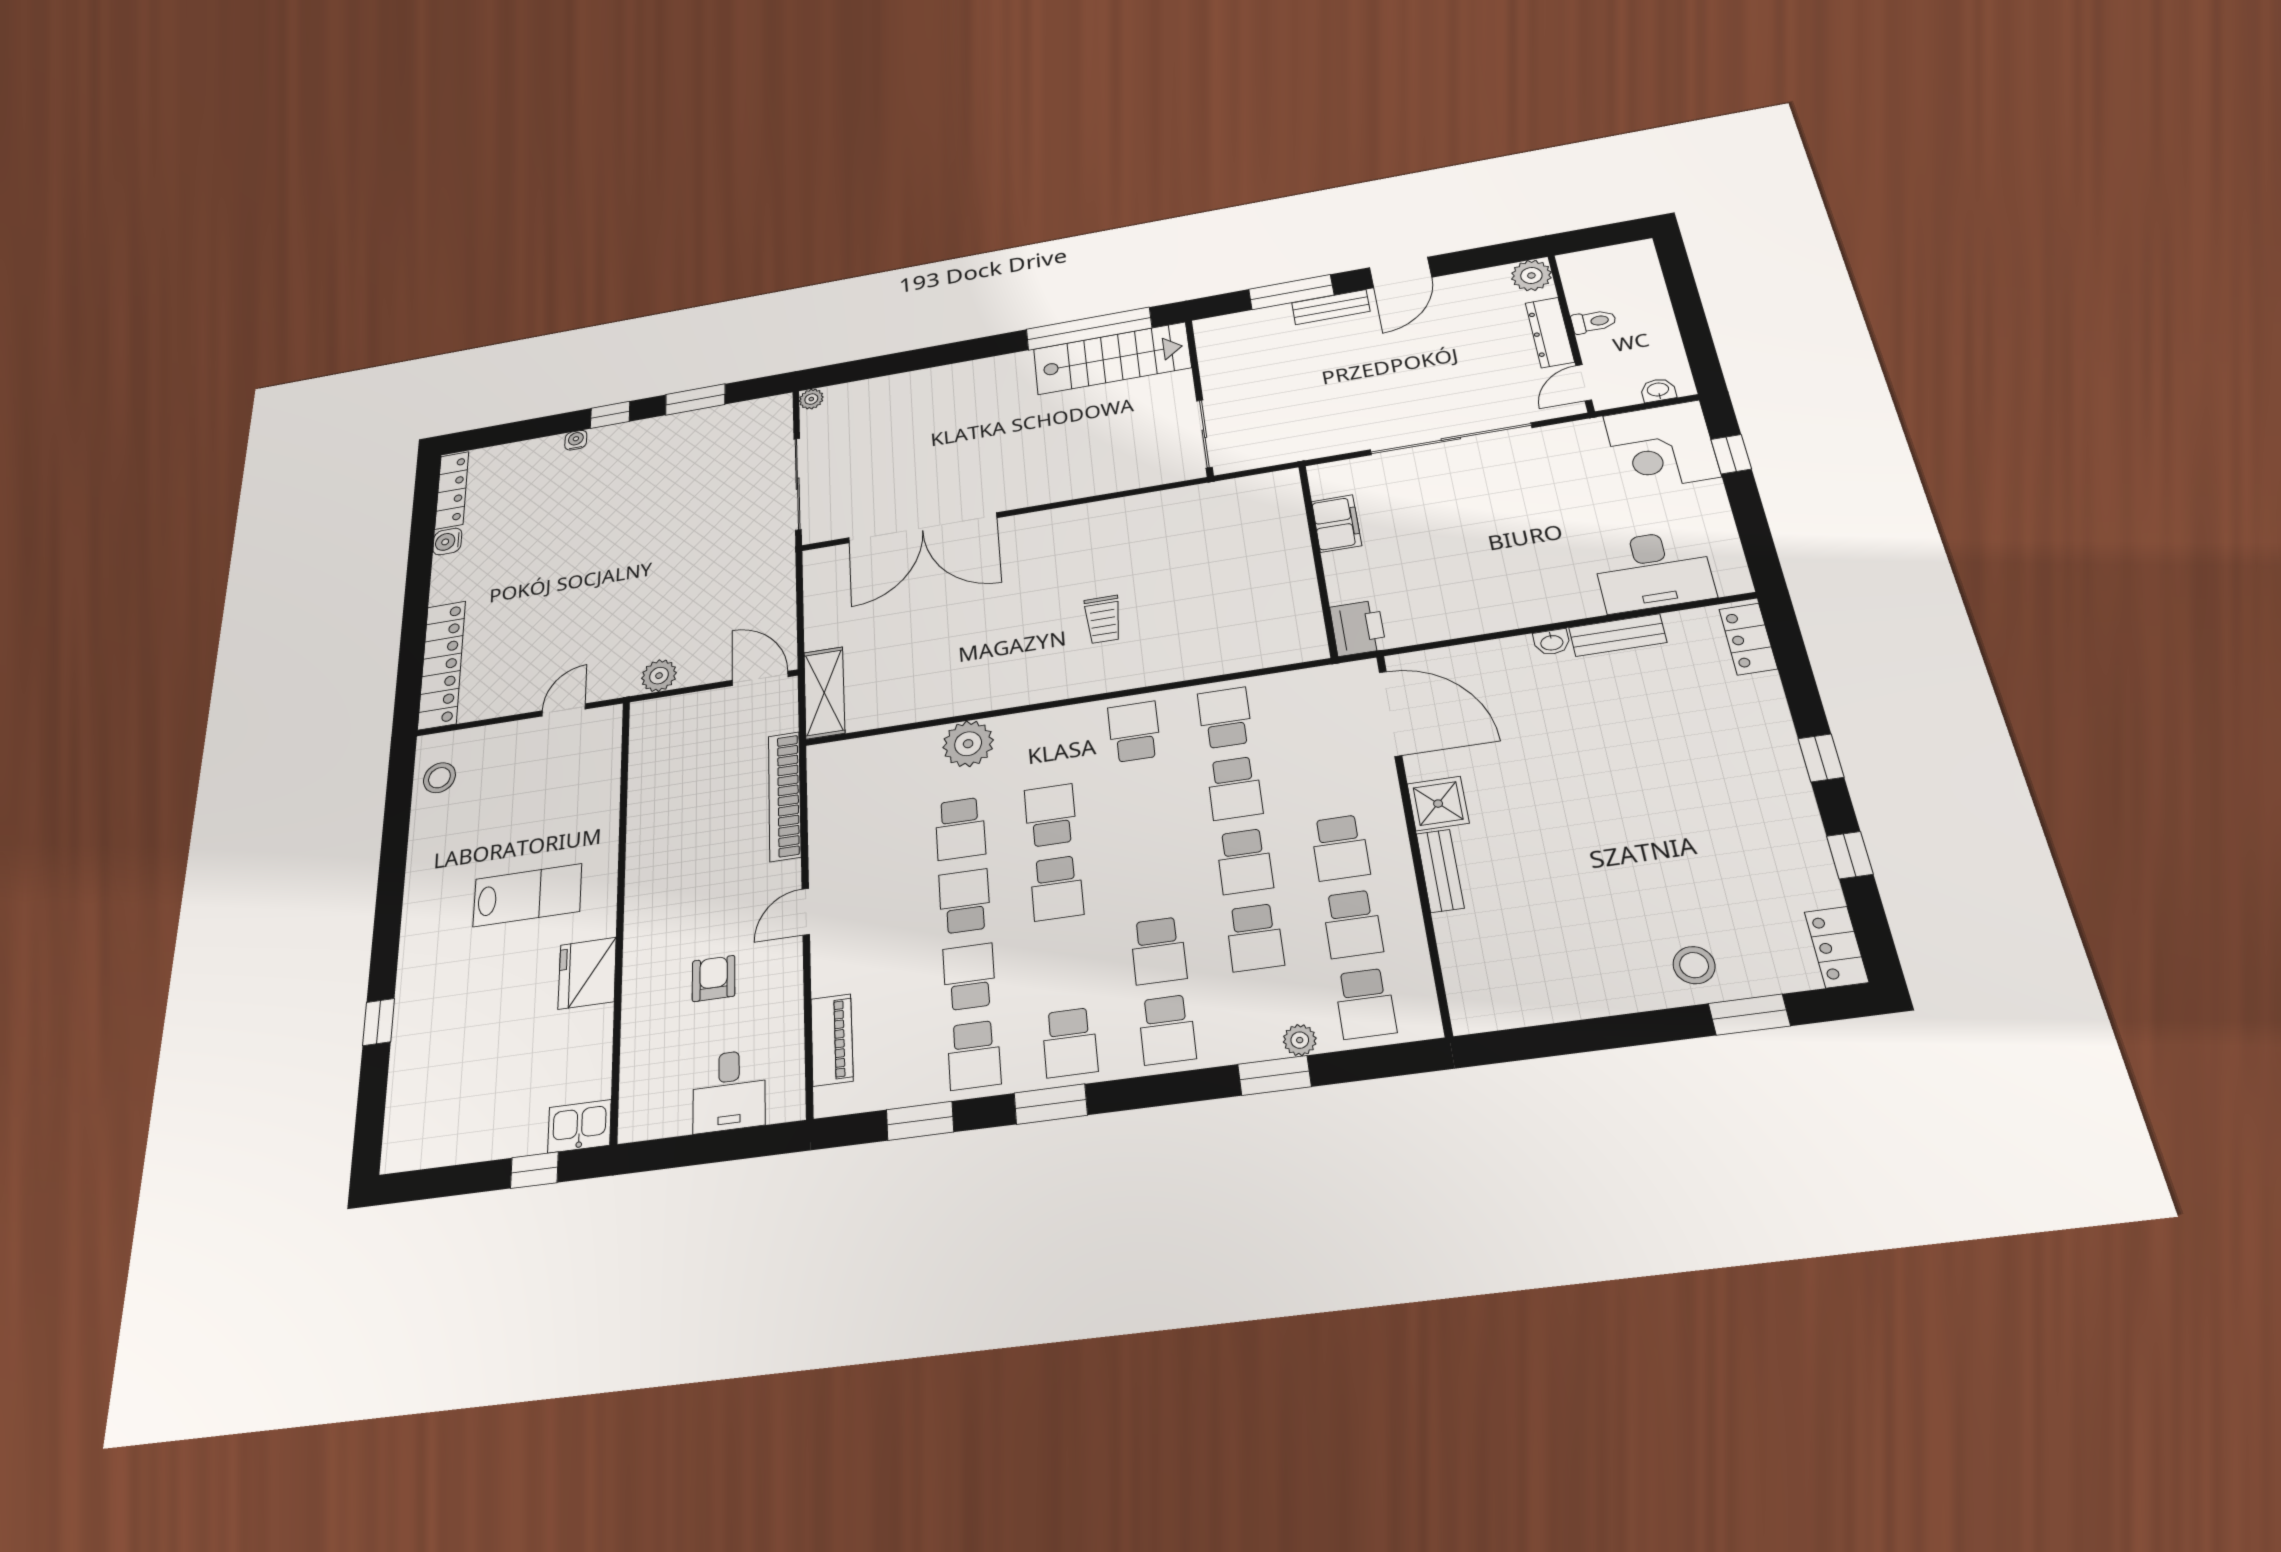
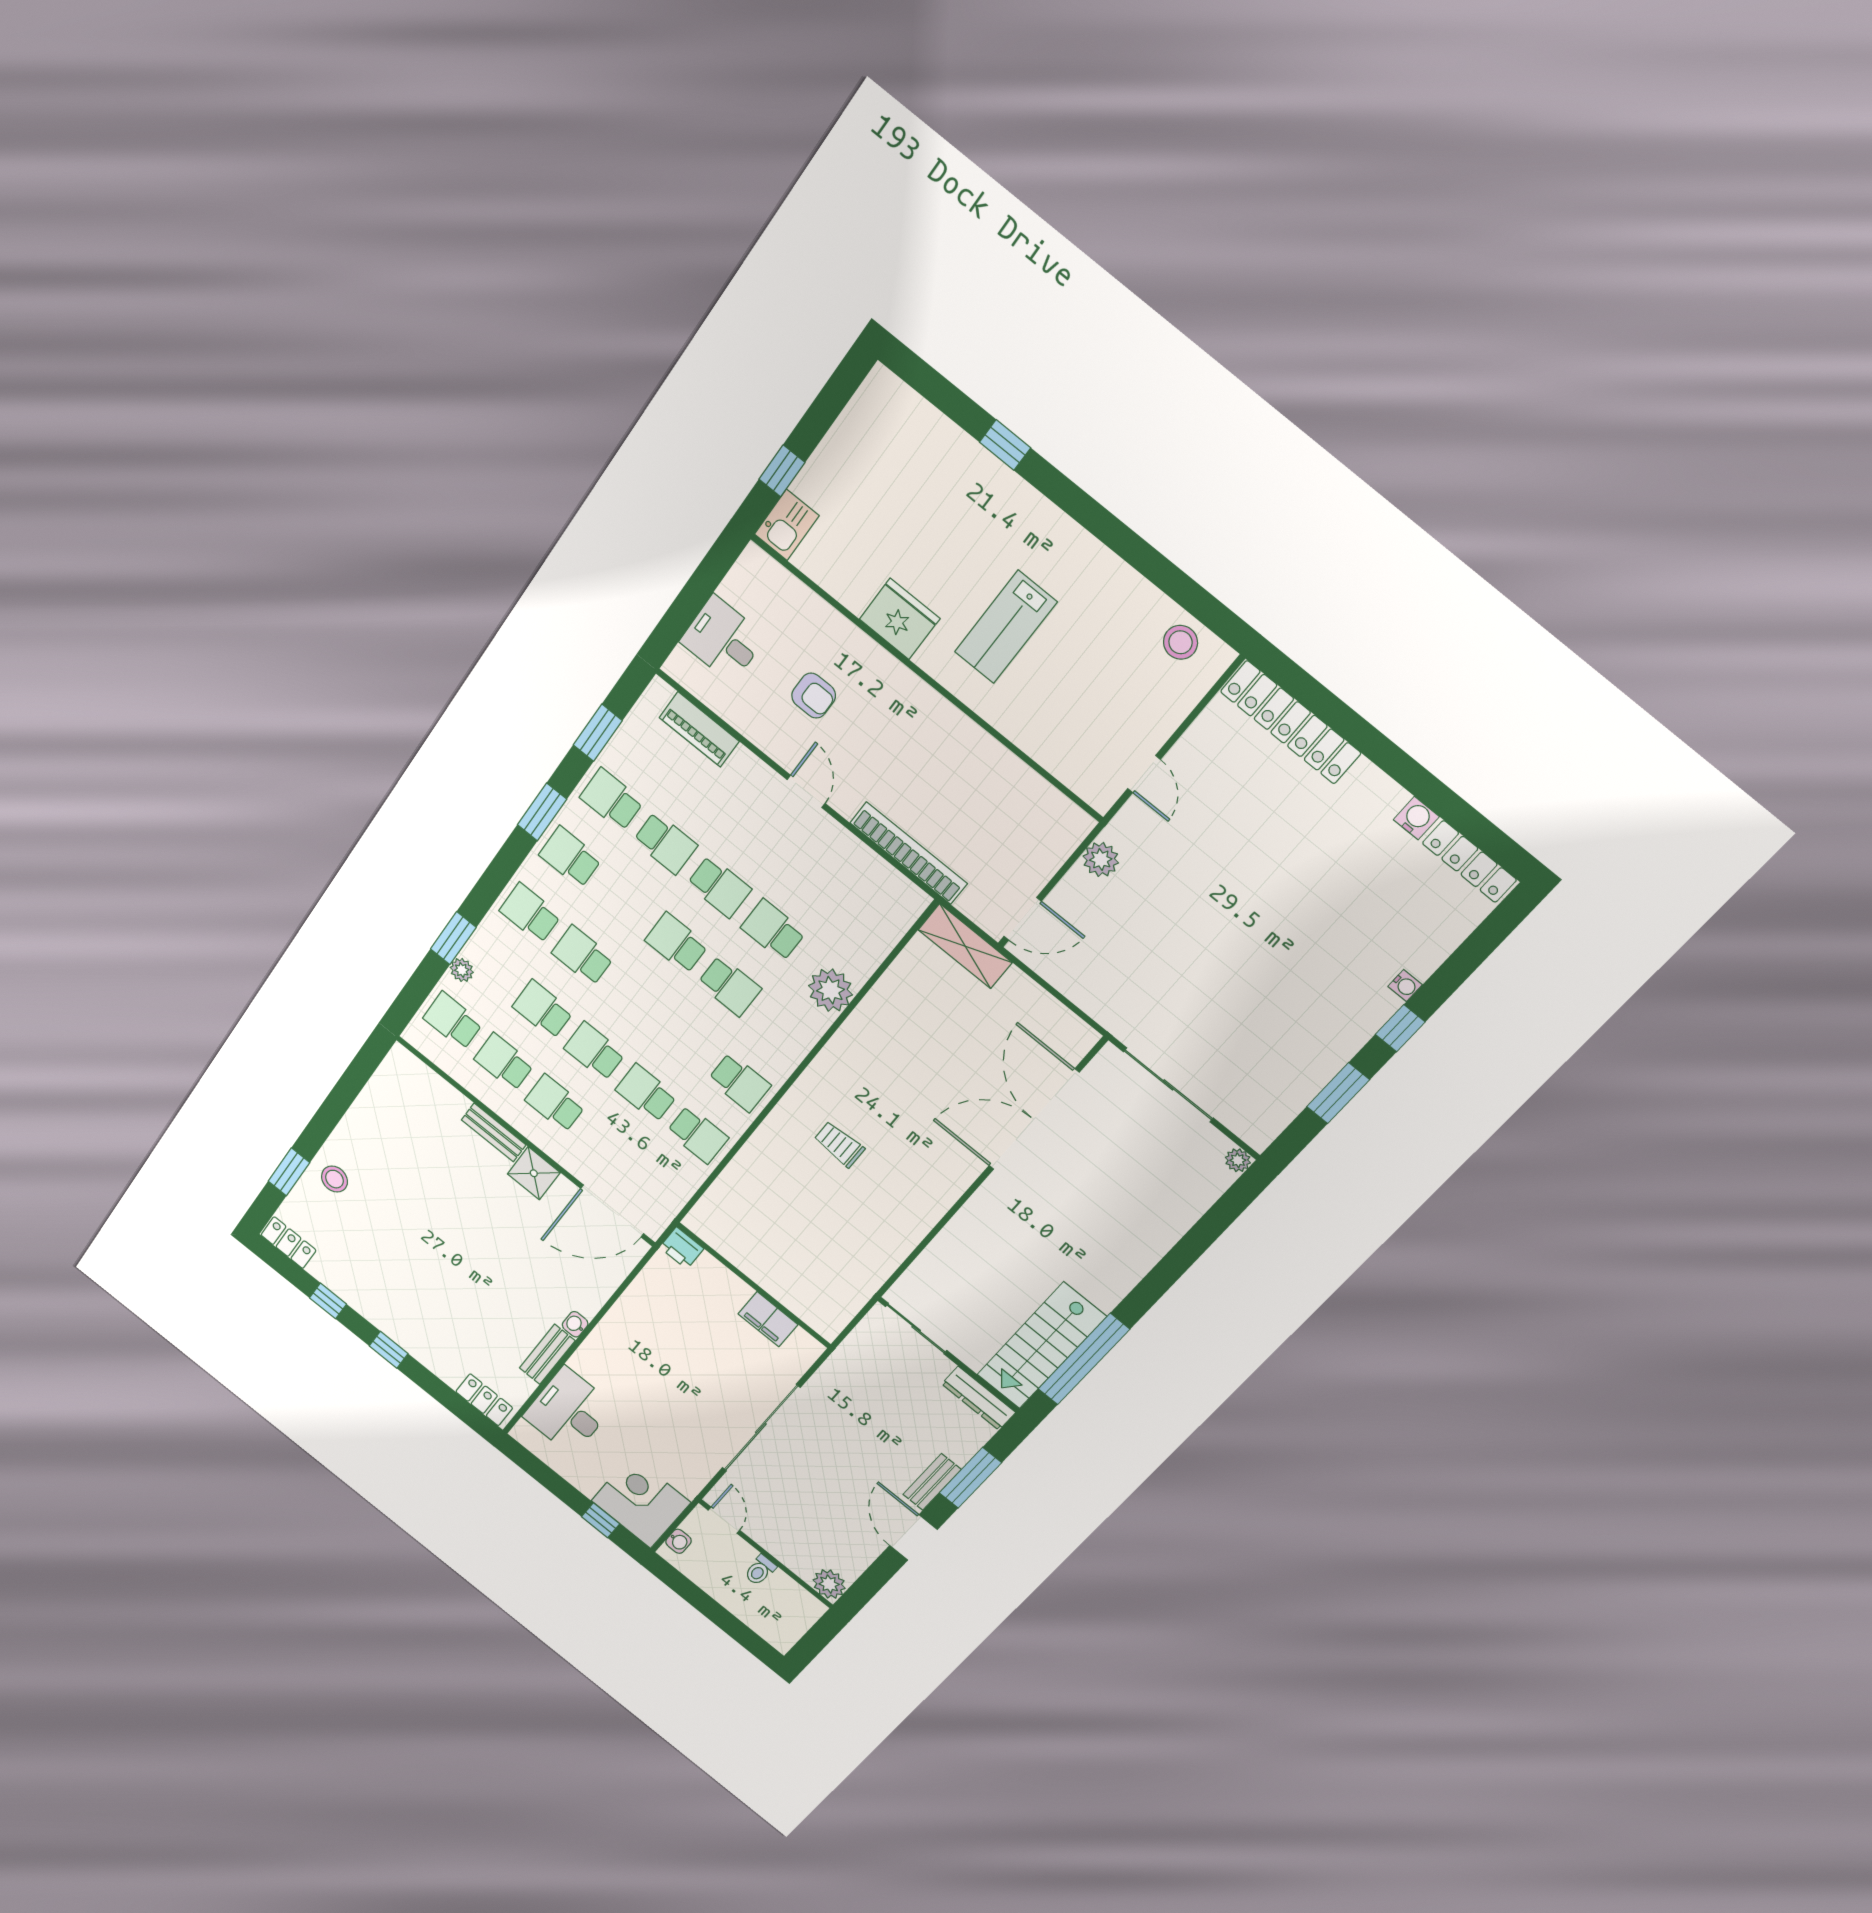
dresser: (1550, 332) -> (978, 1398), moved, turned 180
printer: (1358, 628) -> (682, 1248), width x0.73, depth x0.81

